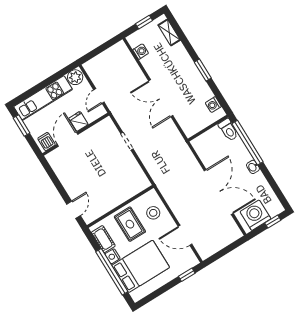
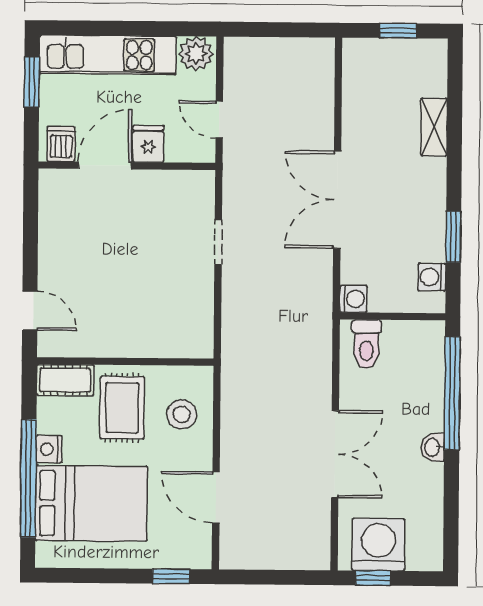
shelving: (169, 32) -> (434, 127), moved
washing machine: (141, 52) -> (353, 299), moved
window: (203, 70) -> (453, 237), moved
door: (99, 96) -> (219, 119), hinge flipped
toilet: (228, 130) -> (366, 344), moved
double door: (219, 192) -> (335, 454), width x0.73
door: (74, 210) -> (30, 311), hinge flipped
window: (273, 222) -> (373, 578), moved
cot: (103, 239) -> (65, 380), moved, turned 90

